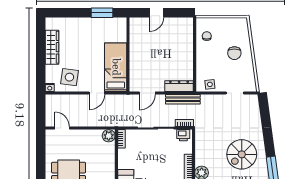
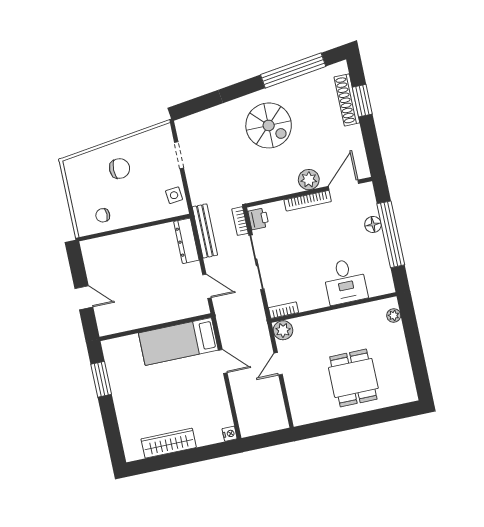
side table: (69, 77) -> (208, 408), removed
door: (62, 128) -> (278, 364), moved

